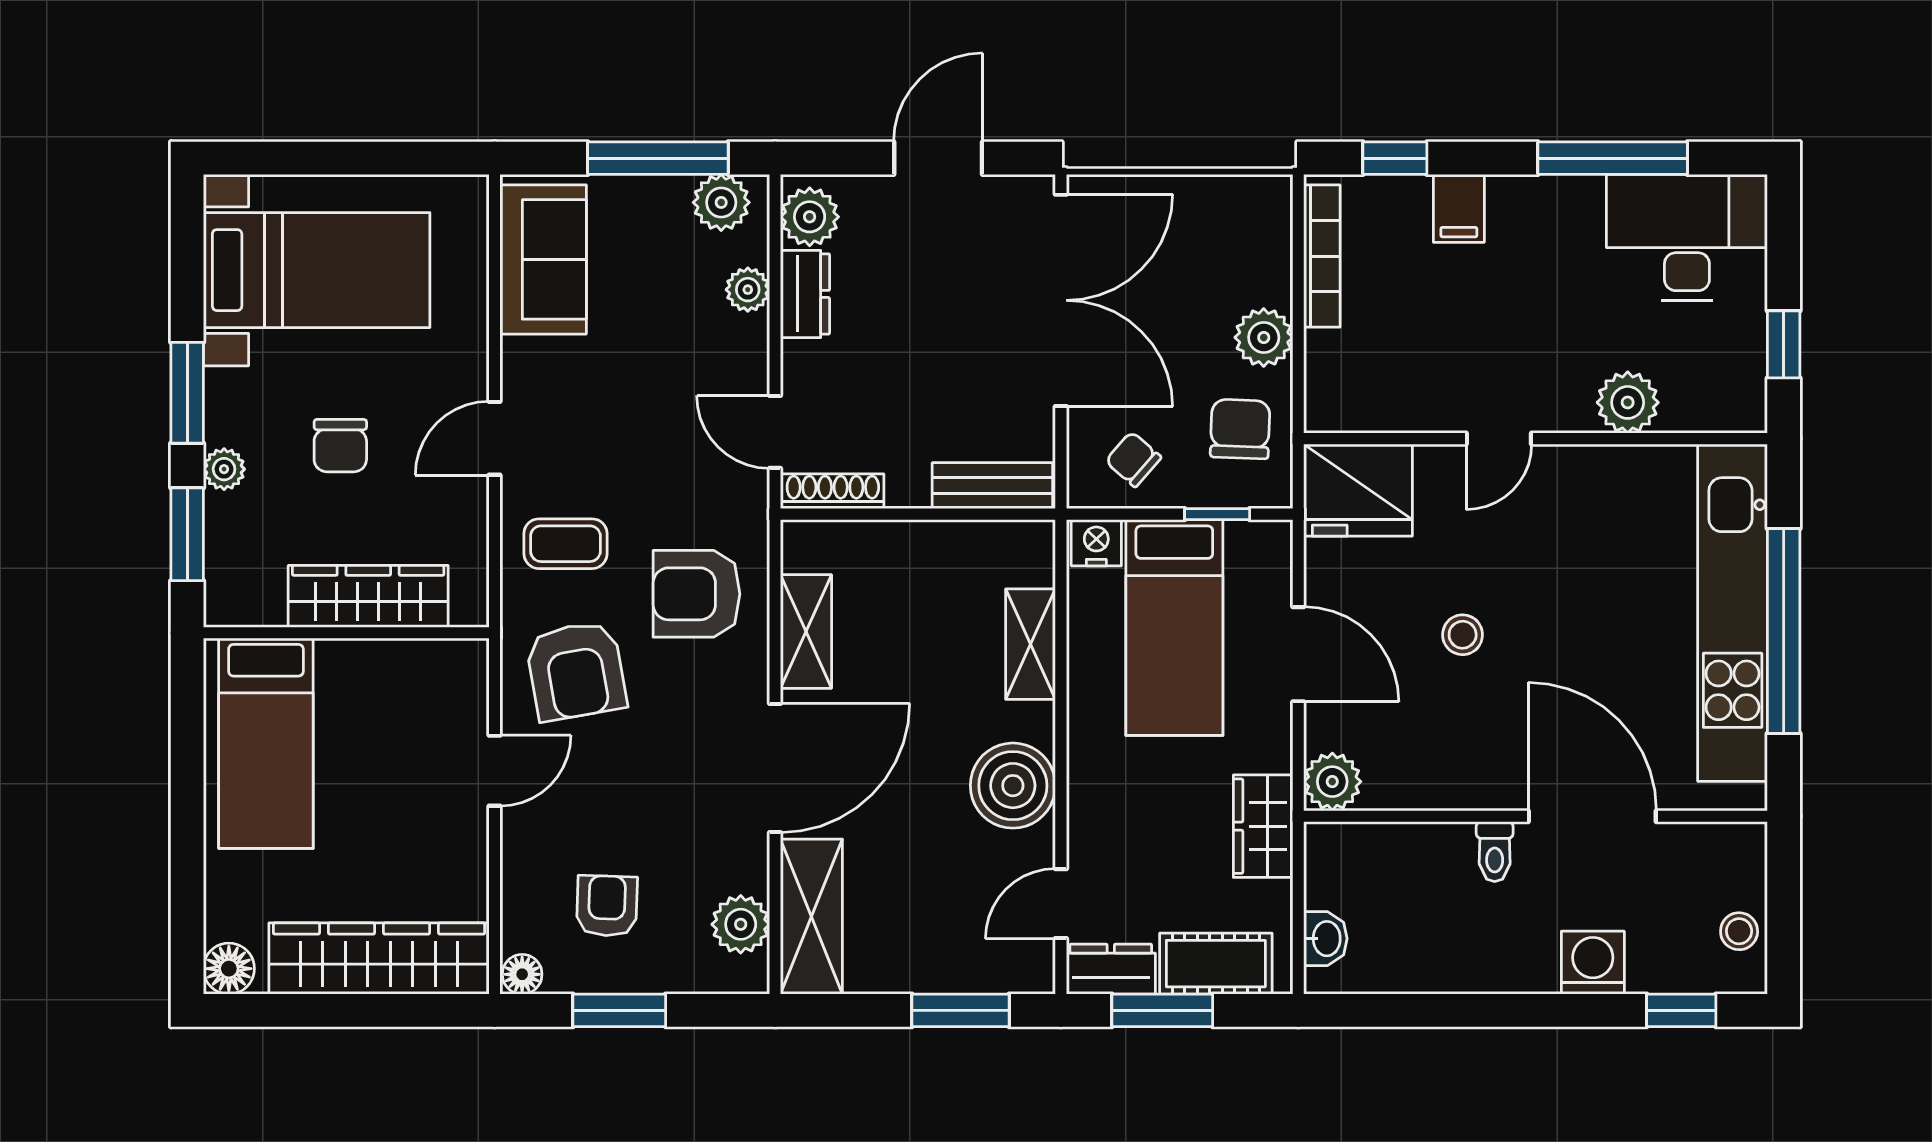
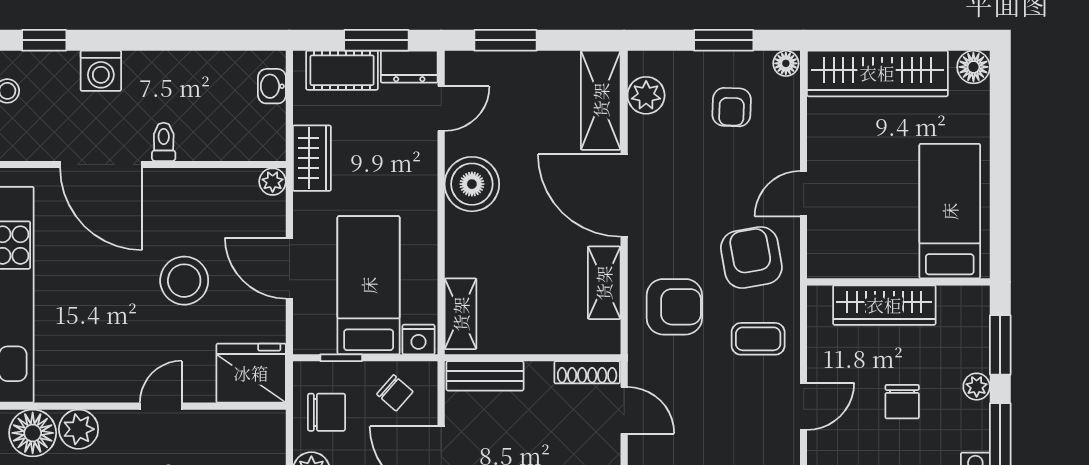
floor lamp: (1699, 397) -> (33, 433), added
chair: (1240, 429) -> (326, 412), turned -92
chair: (340, 446) -> (902, 402), turned 180
stool: (1463, 635) -> (184, 281), width x1.89, depth x1.89
shelving: (1031, 644) -> (461, 314), moved
door: (775, 768) -> (624, 195), hinge flipped
plant: (1332, 782) -> (273, 182), width x0.73, depth x0.73

